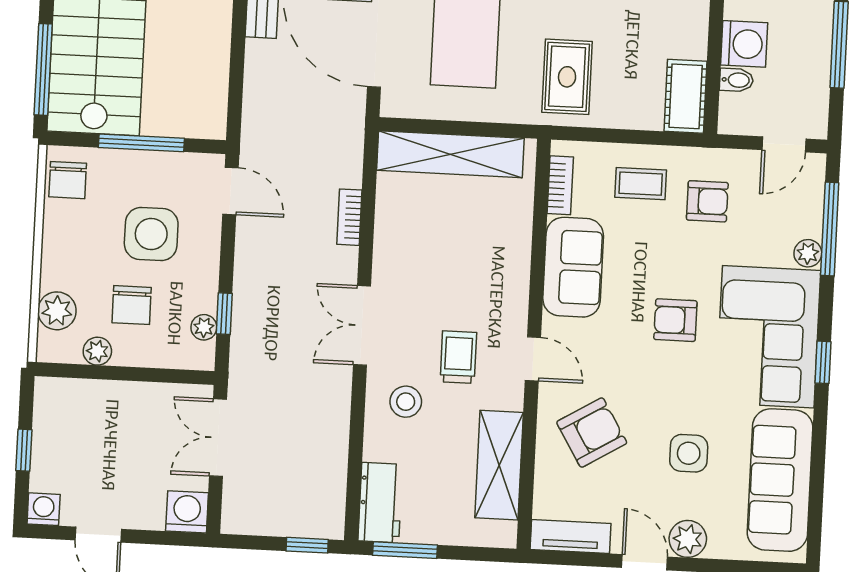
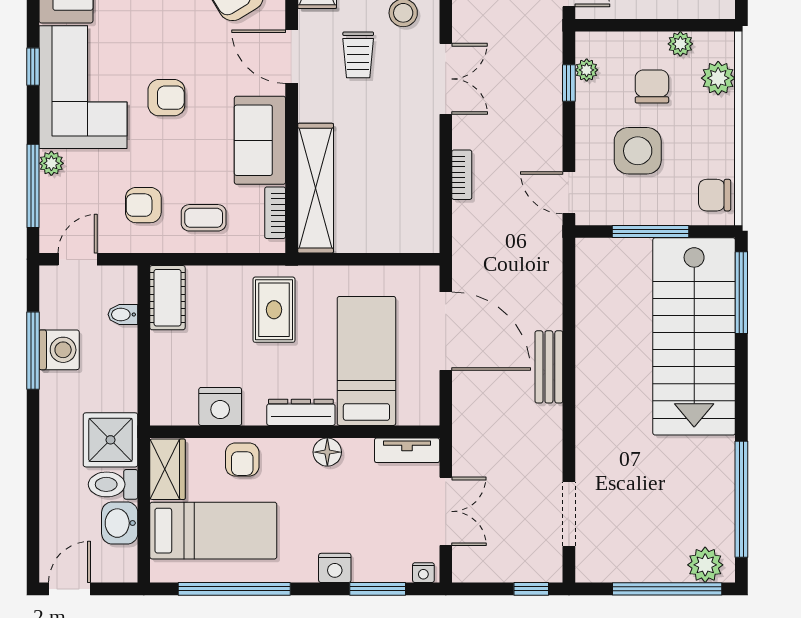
washing machine: (744, 44) -> (59, 350), moved, turned 180
shelving: (450, 154) -> (316, 188), moved, turned 90
chair: (68, 180) -> (715, 195), turned -90
door: (533, 359) -> (292, 57), width x1.38

